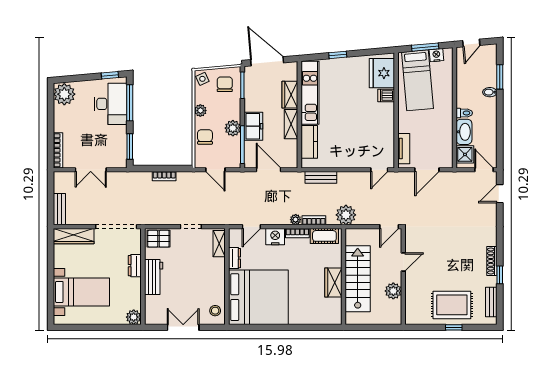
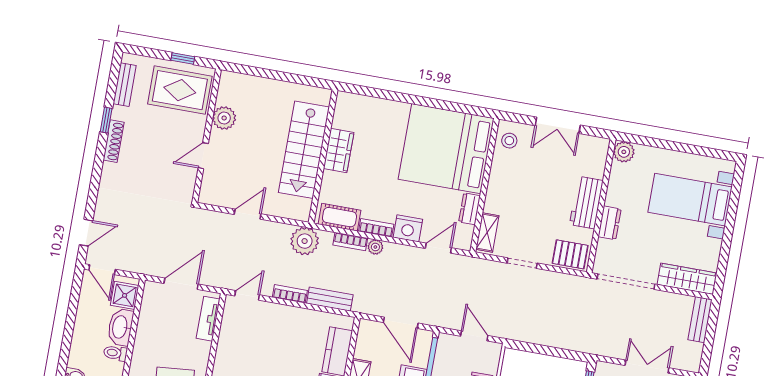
bookcase: (164, 176) -> (290, 294), moved
door: (403, 262) -> (203, 156), moved
wall: (403, 276) -> (207, 136), moved
plant: (393, 291) -> (224, 118), moved

